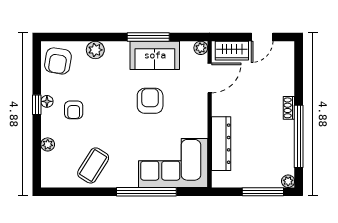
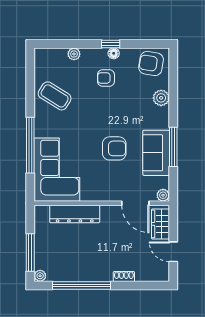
shoe rack: (289, 108) -> (124, 277), moved

